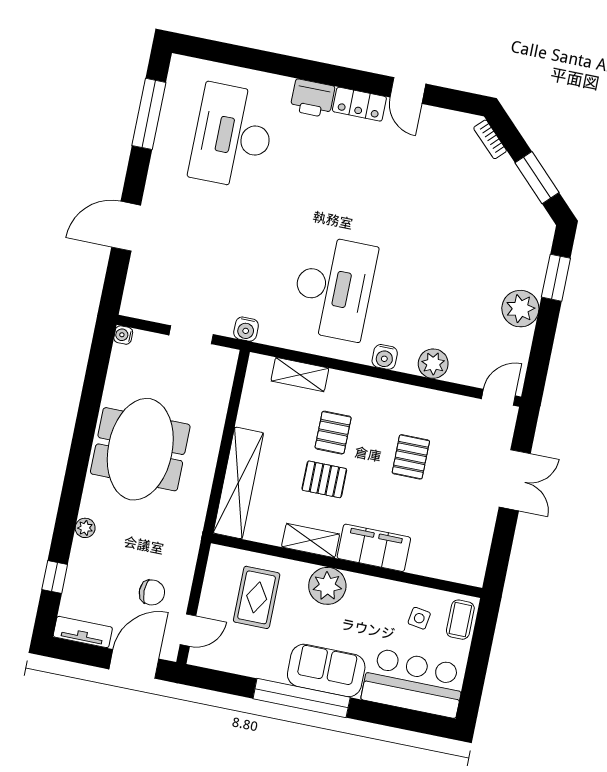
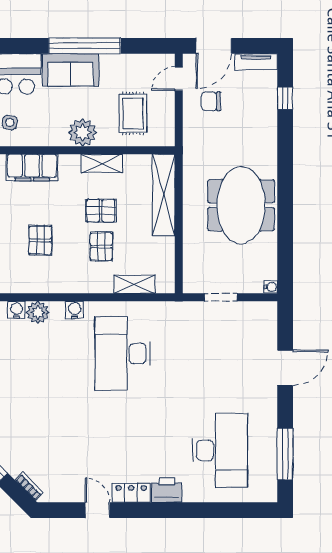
water cooler: (246, 329) -> (16, 310), moved
plant: (85, 528) -> (270, 139), removed
filing cabinet: (374, 548) -> (32, 168), moved

